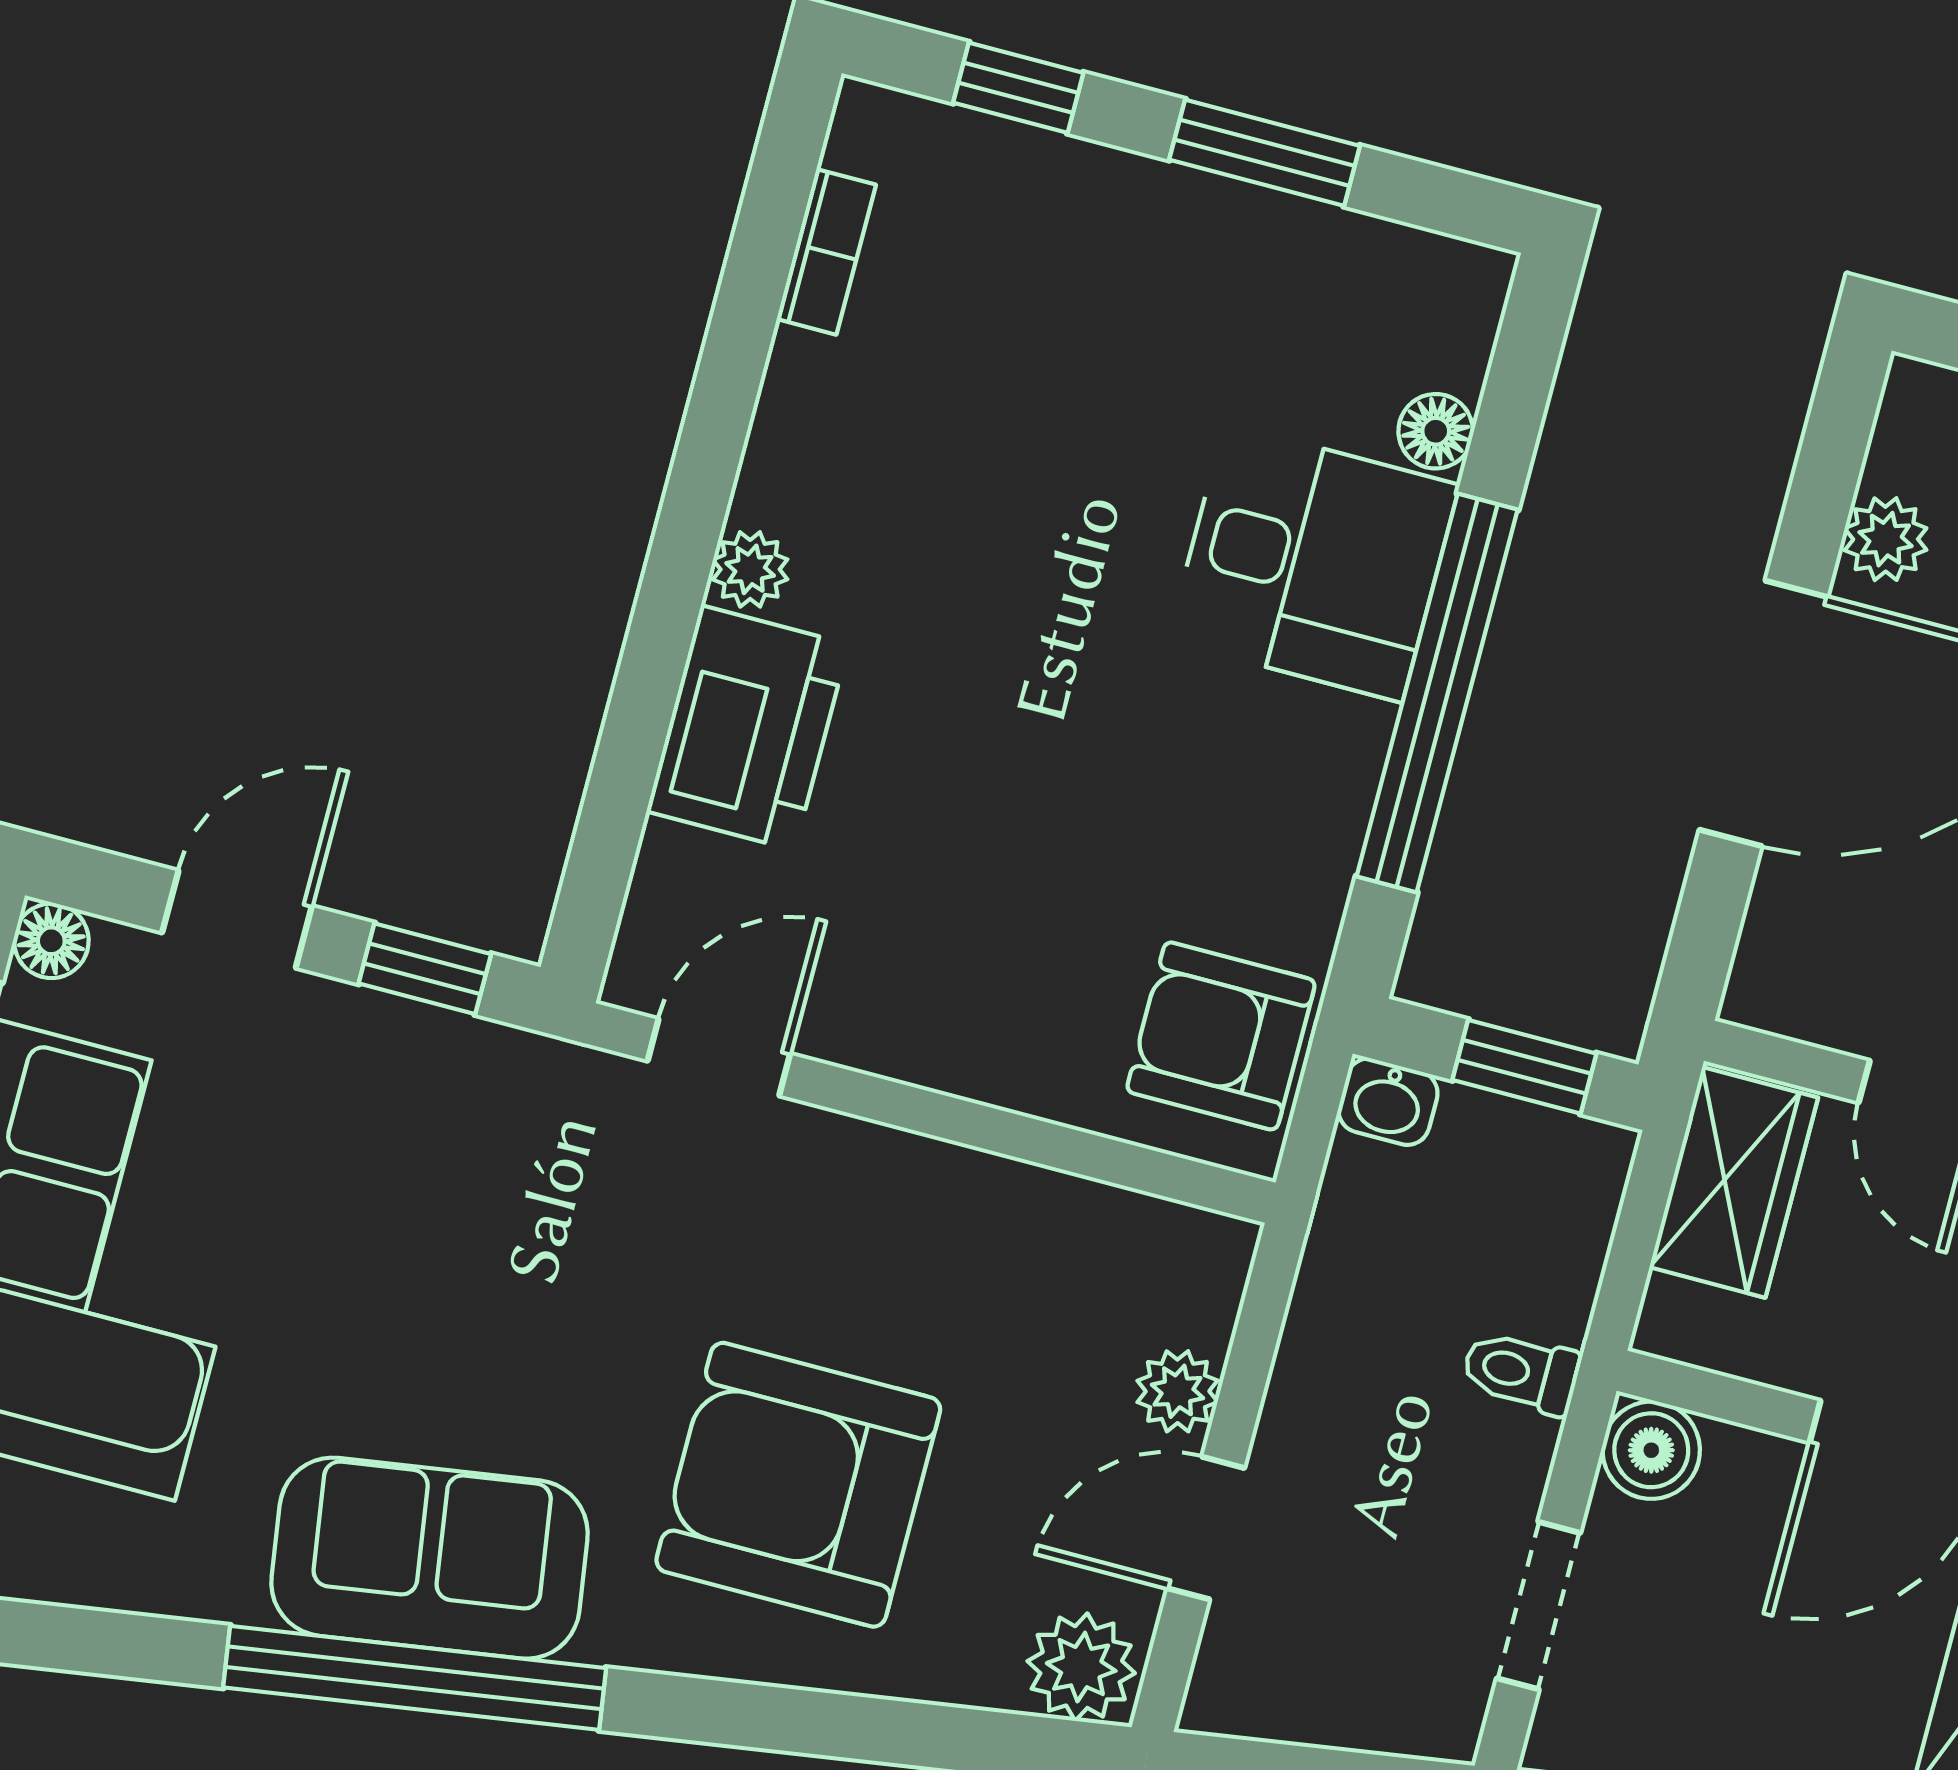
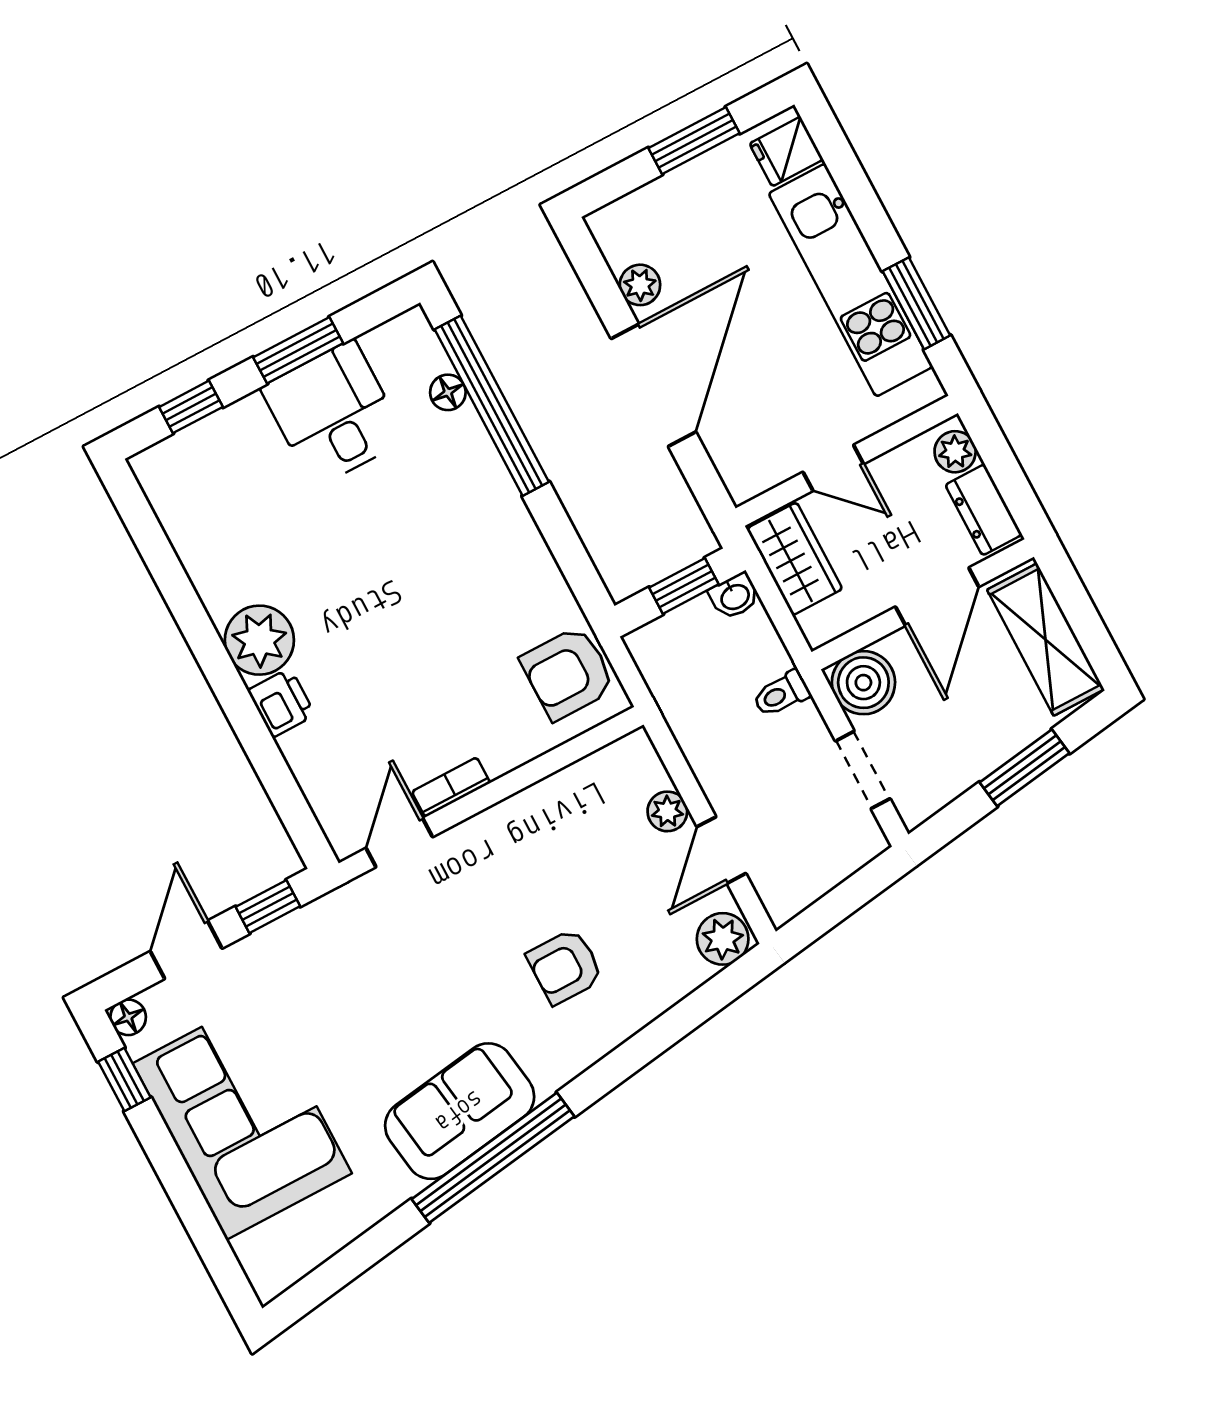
bookcase: (826, 252) -> (451, 787), moved, turned -90
desk: (1314, 563) -> (333, 414), moved, turned -90
plant: (750, 569) -> (259, 640), width x1.88, depth x1.88
window: (1437, 693) -> (492, 406), moved
printer: (748, 728) -> (281, 703), width x0.53, depth x0.68
washbasin: (1388, 1102) -> (735, 596), moved
boiler: (1651, 1450) -> (863, 683), width x1.36, depth x1.36
armchair: (798, 1485) -> (565, 966), width x0.53, depth x0.53

